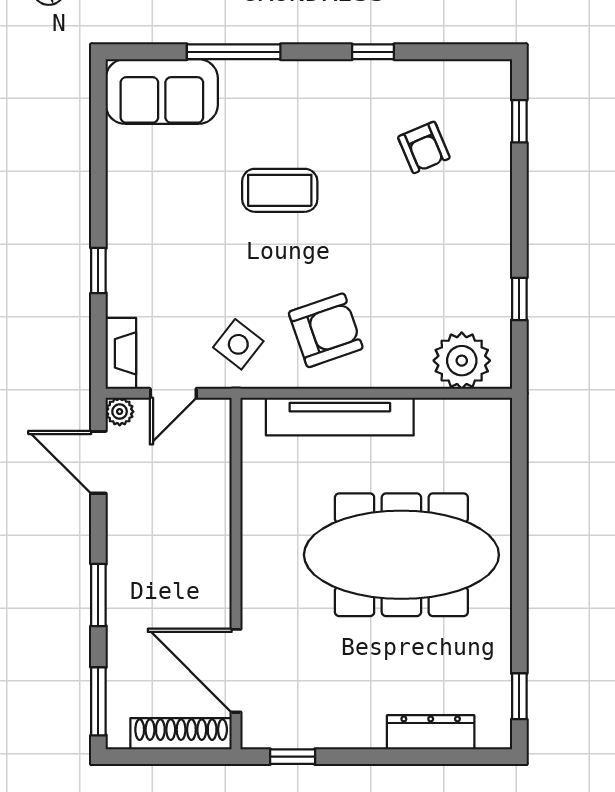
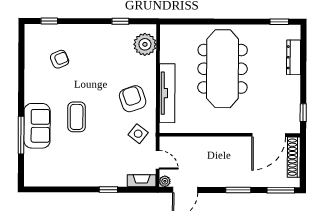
window: (373, 52) -> (21, 79), removed
sofa: (162, 91) -> (37, 126), moved

